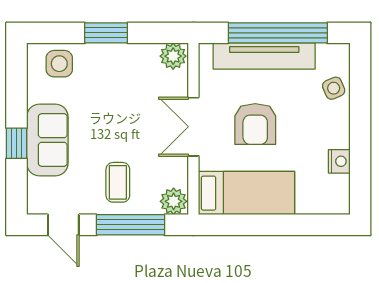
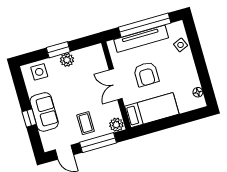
plant: (173, 56) -> (67, 60), moved
nightstand: (339, 161) -> (194, 81), removed
floor lamp: (341, 184) -> (198, 92), added

